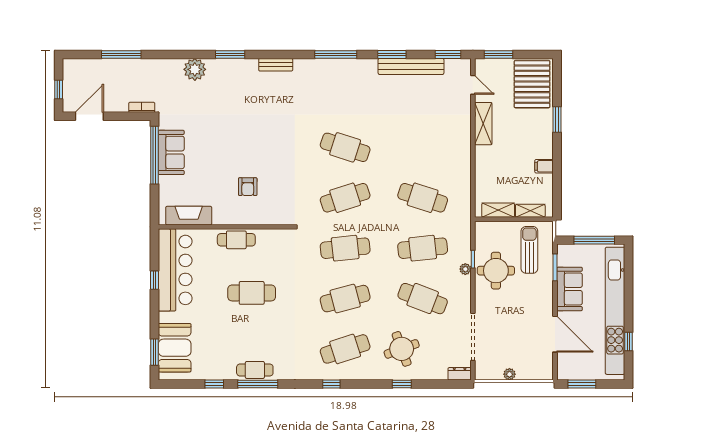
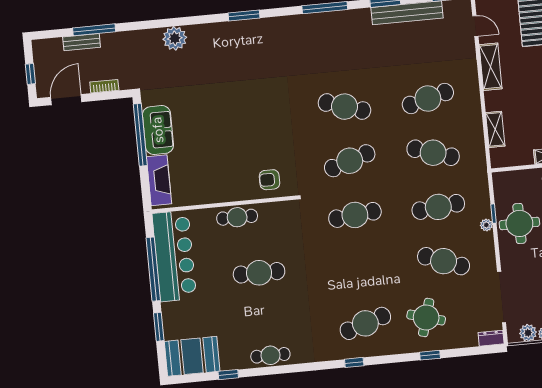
window: (230, 54) -> (244, 15), moved
bench: (276, 65) -> (82, 42), moved
bookcase: (142, 107) -> (104, 86), moved
armchair: (248, 187) -> (270, 180), moved, turned 90
shelving: (498, 210) -> (495, 129), moved, turned 90
fireplace: (189, 216) -> (159, 180), moved, turned 90
window: (154, 280) -> (153, 269), width x3.17
cafe table: (345, 299) -> (428, 98), moved
booth: (175, 348) -> (192, 356), moved, turned 90
round table: (402, 349) -> (426, 317), turned 36
window: (154, 352) -> (159, 327), moved
plant: (494, 372) -> (528, 333), added
window: (258, 384) -> (275, 370), removed

